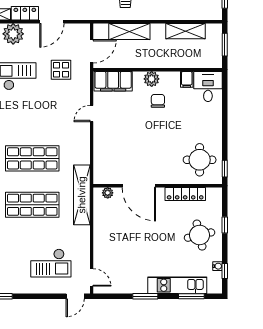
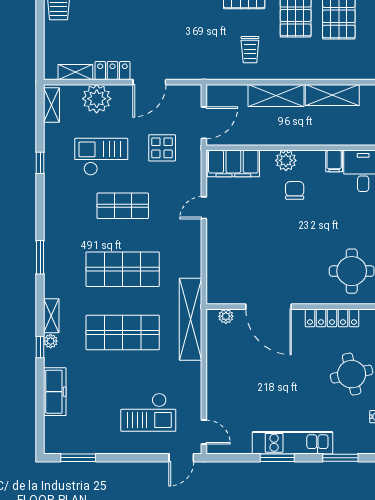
shelving: (129, 31) -> (276, 95), moved
shop shelf: (32, 112) -> (123, 206), added
kitchen unit: (177, 285) -> (293, 443), moved

